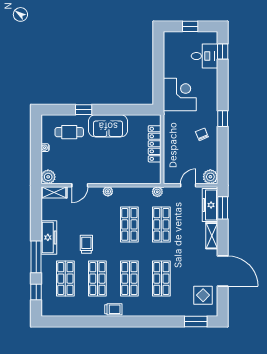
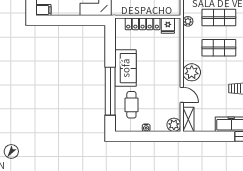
filing cabinet: (169, 39) -> (43, 10), added
window: (84, 110) -> (110, 91), width x3.17
fridge: (153, 170) -> (168, 26), added
plant: (108, 191) -> (192, 72), width x1.88, depth x1.88

